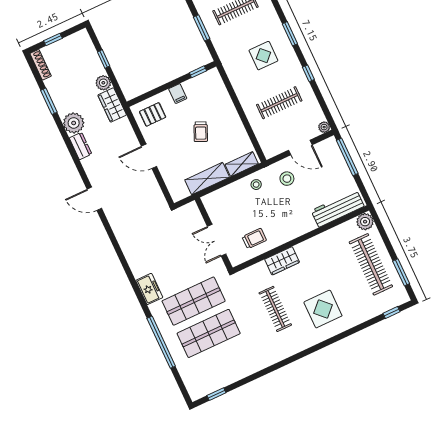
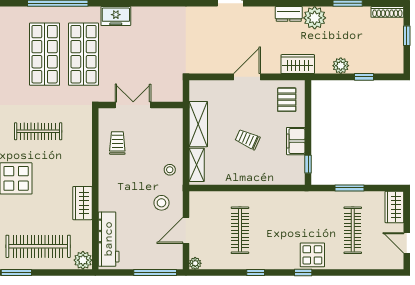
window: (290, 34) -> (303, 273), width x0.67
display table: (263, 56) -> (312, 255), moved
filing cabinet: (178, 94) -> (296, 141), width x2.00
wardrobe: (112, 105) -> (298, 64), moved
trolley: (254, 239) -> (117, 143), turned 180
wardrobe: (282, 261) -> (82, 203), moved

